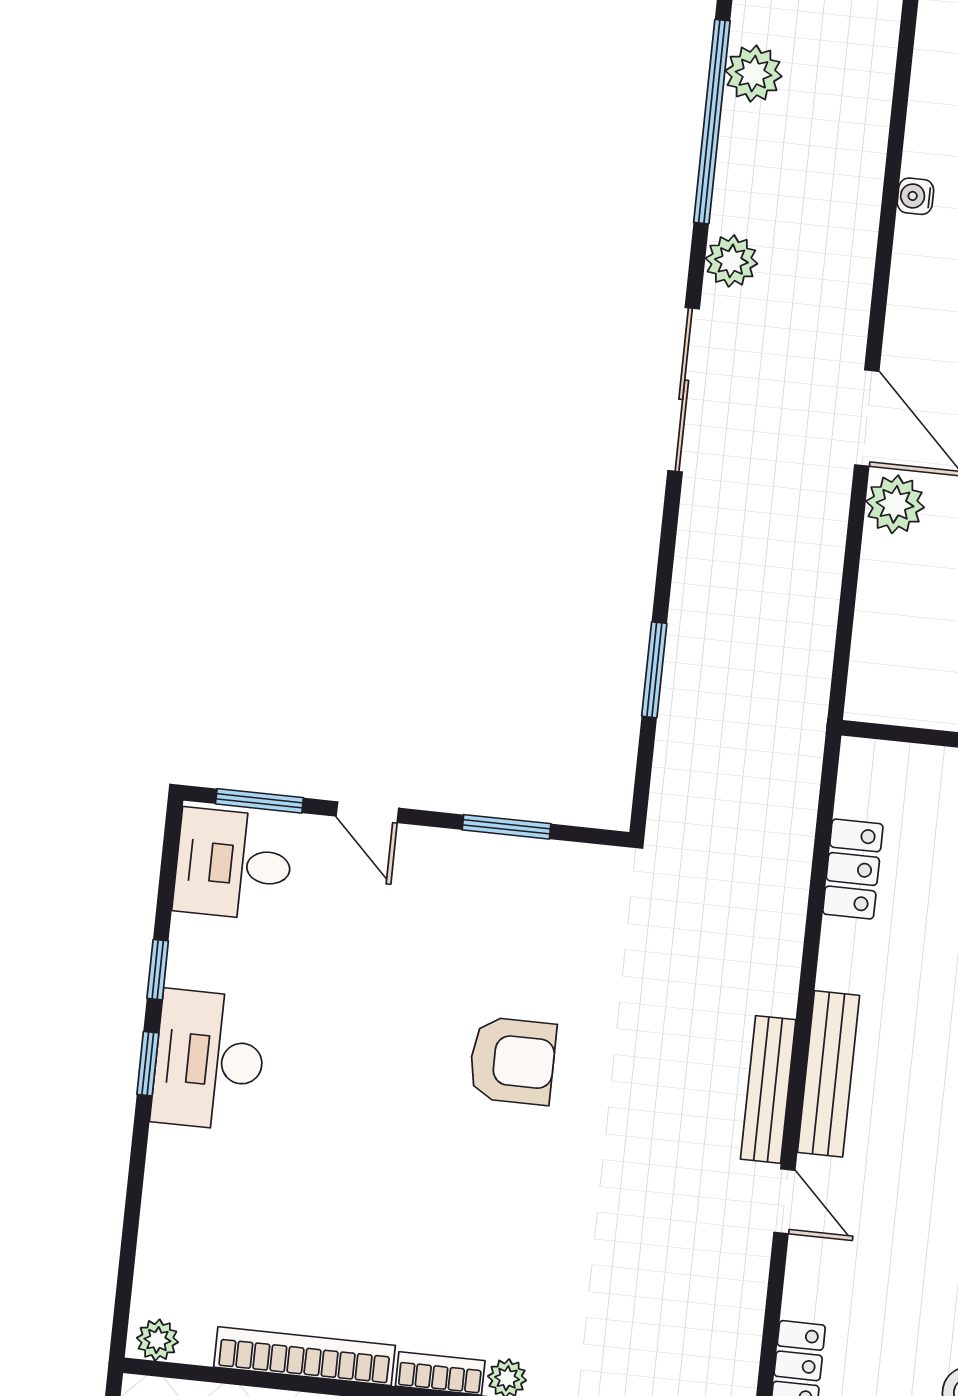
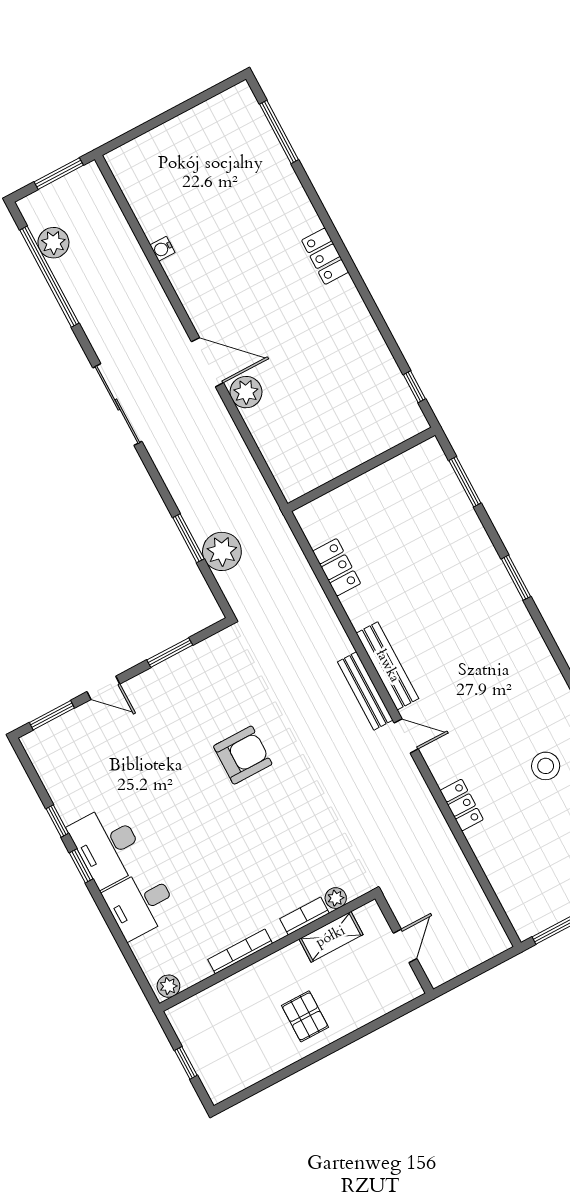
plant: (731, 261) -> (222, 551), moved, width x1.36, depth x1.36
desk: (233, 864) -> (140, 904), moved
bookcase: (305, 1356) -> (240, 951), width x0.68, depth x0.76

